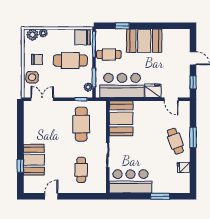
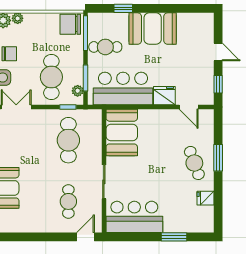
cafe table: (70, 61) -> (51, 77), moved, turned 90
door: (51, 196) -> (85, 237), moved

